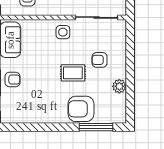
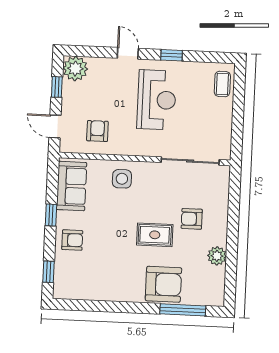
side table: (63, 32) -> (122, 179), moved
armchair: (81, 109) -> (163, 284), turned 180

